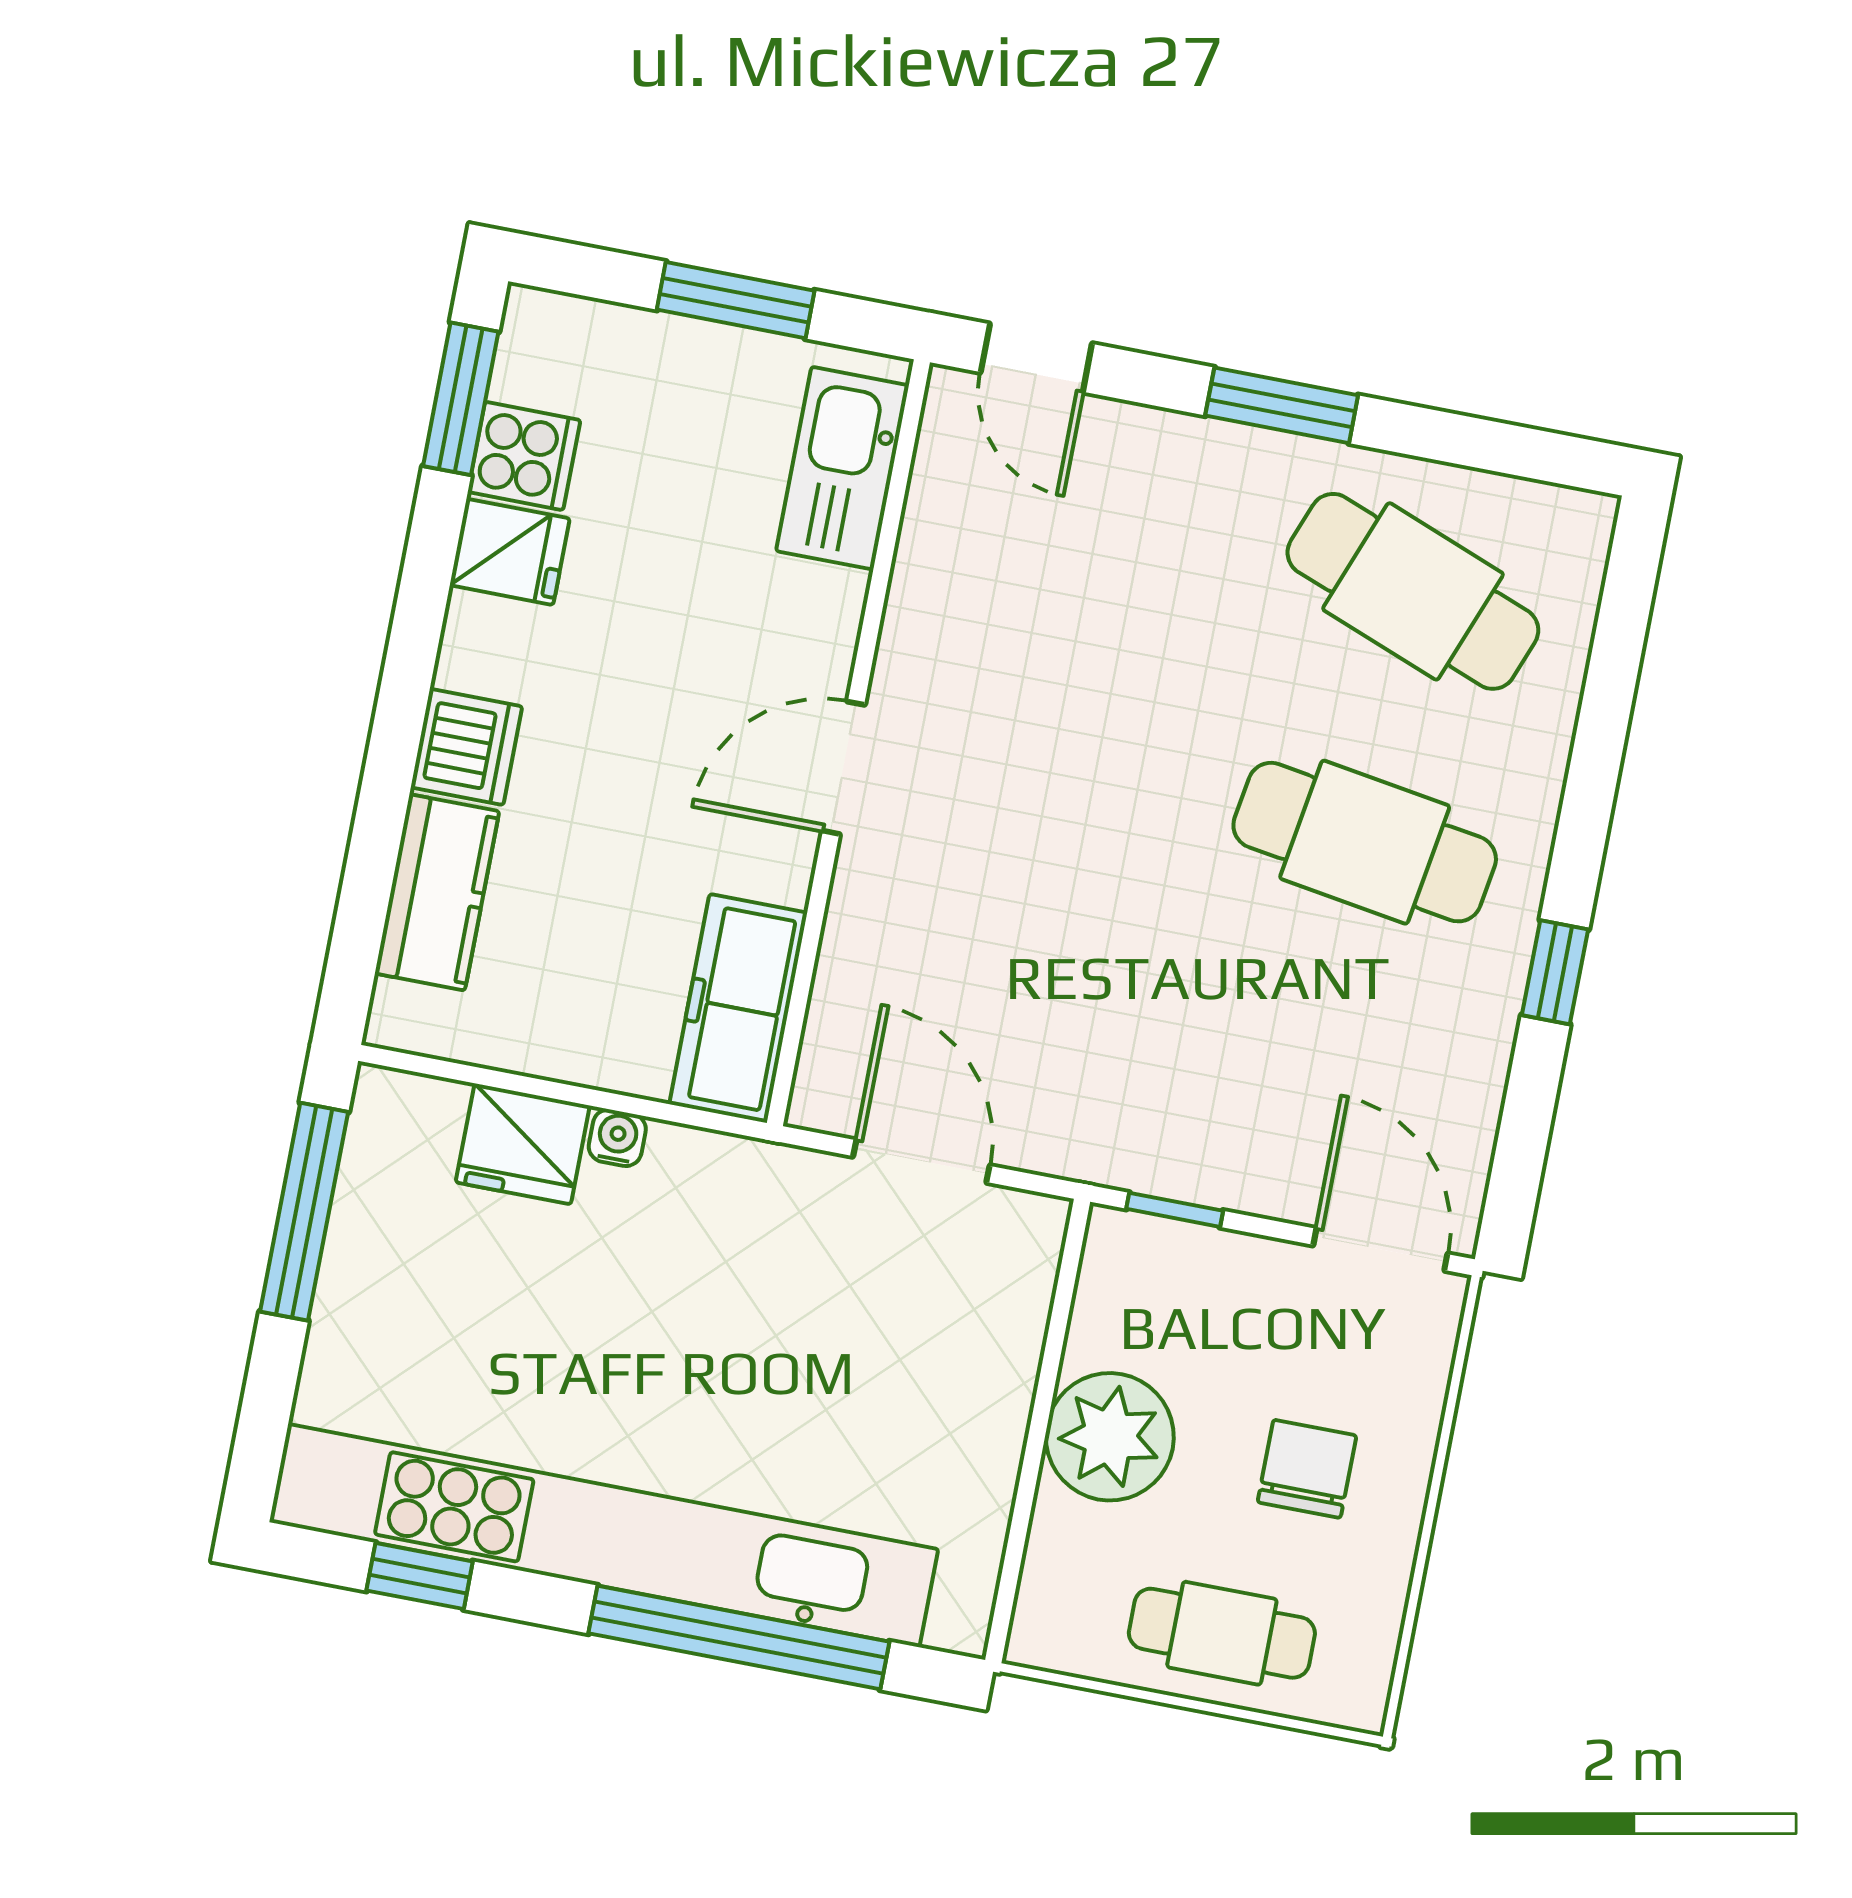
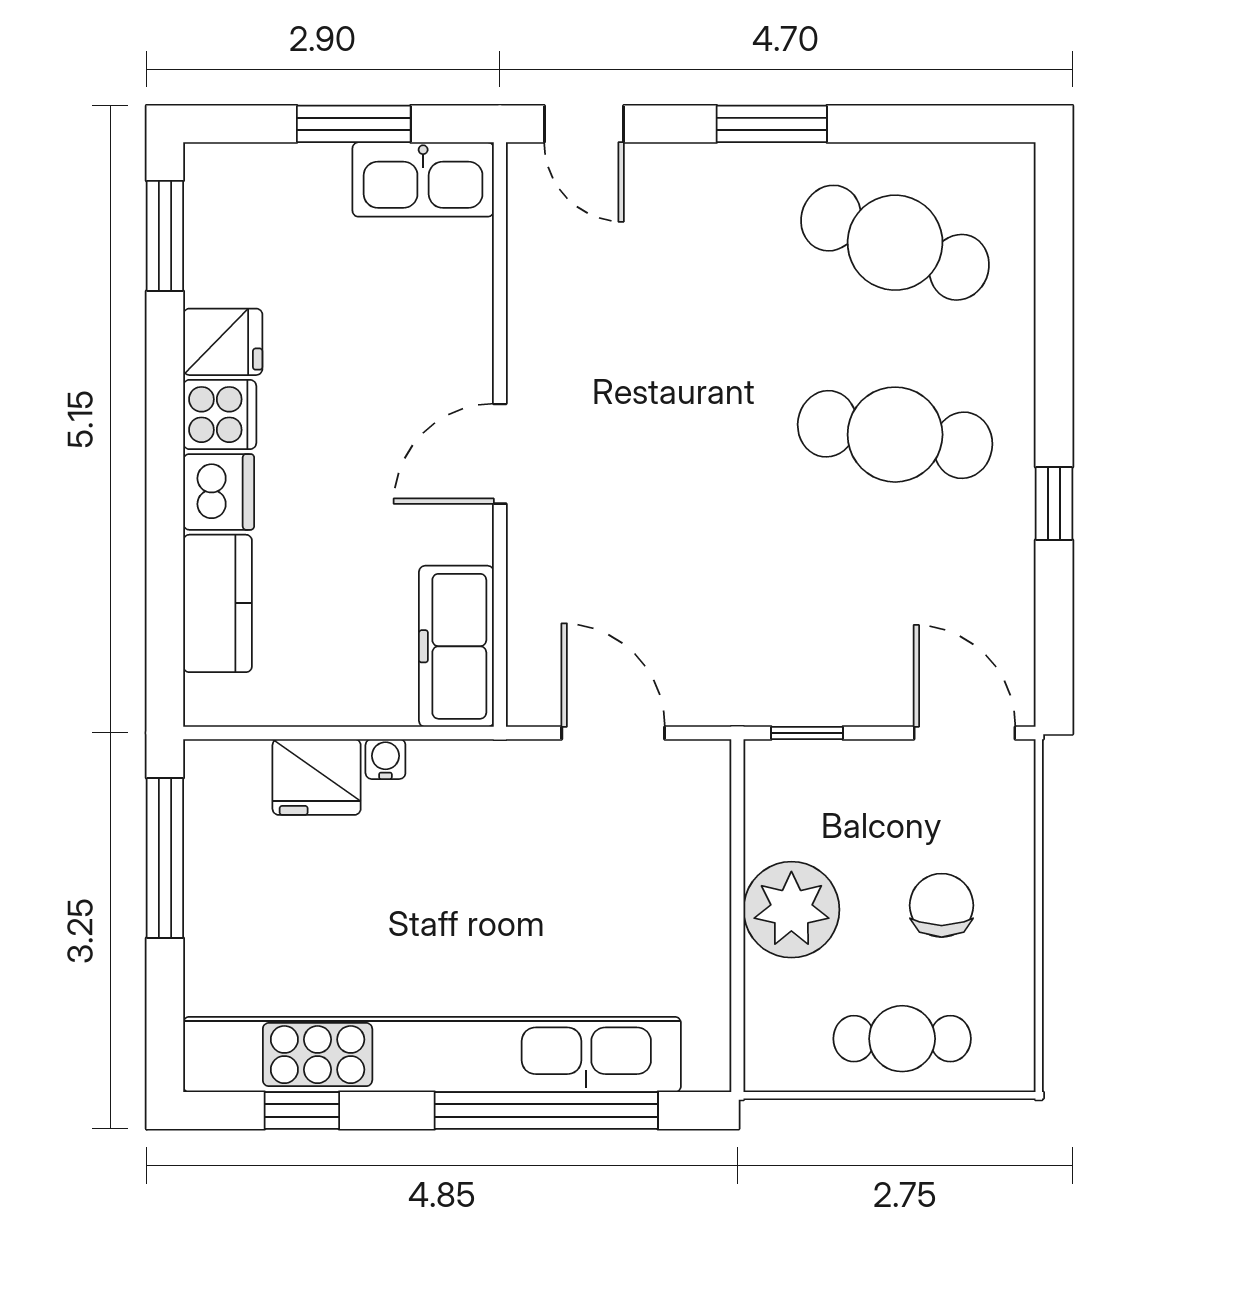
cooker: (524, 456) -> (220, 415), moved
kitchen sink: (842, 468) -> (423, 179), moved, turned -90

